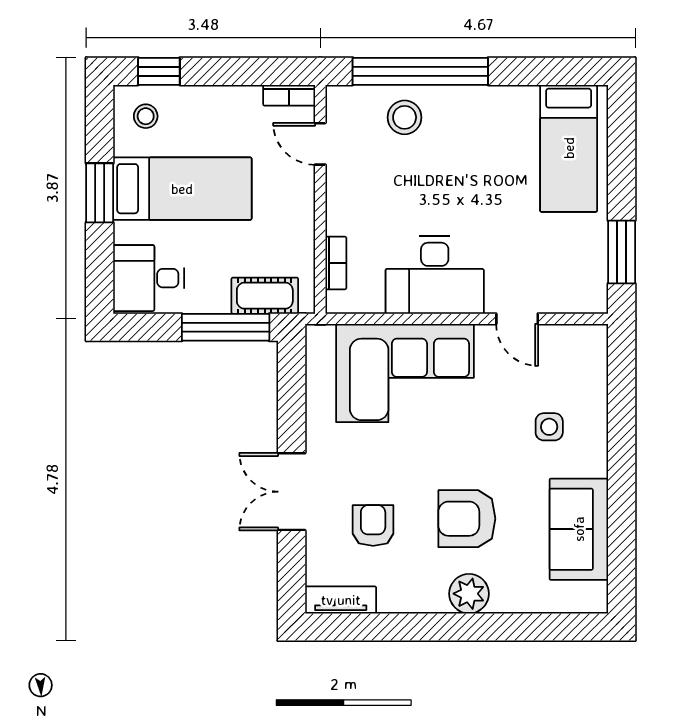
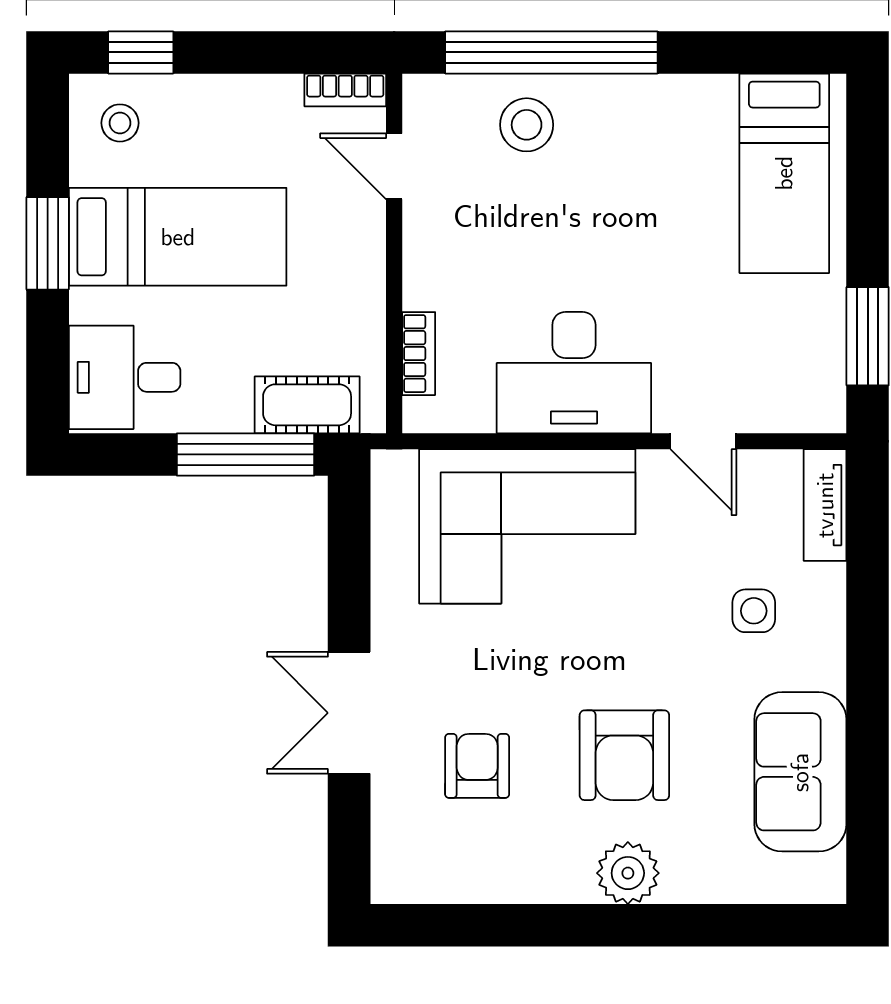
armchair: (467, 519) -> (624, 755), turned -90
tv unit: (341, 600) -> (825, 505), moved, turned -90

